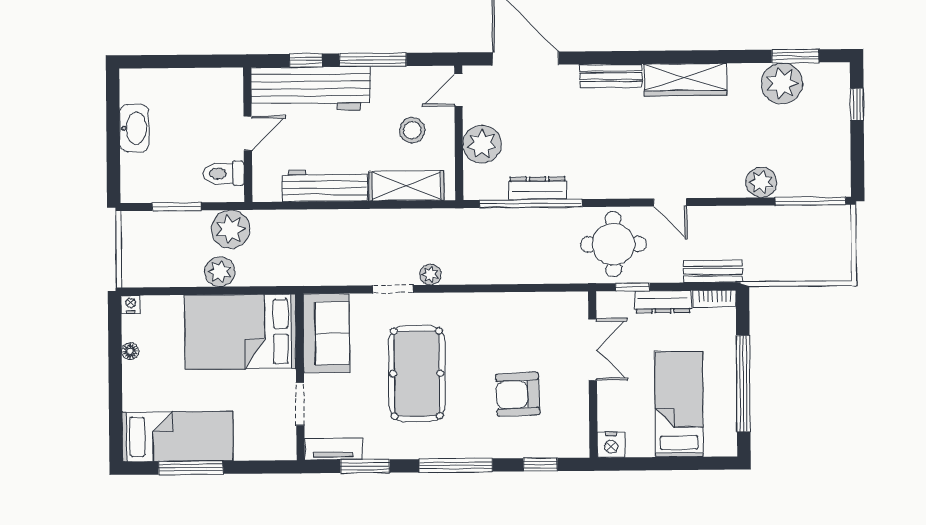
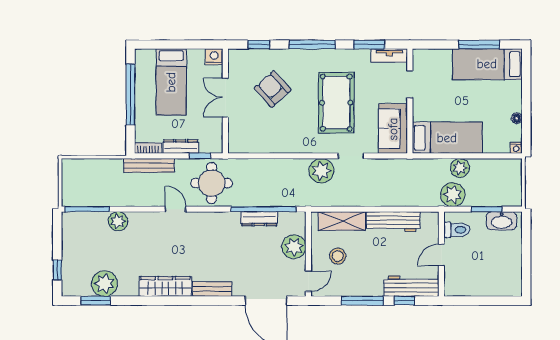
workbench: (311, 89) -> (411, 286), width x0.73, depth x0.76
washbasin: (134, 128) -> (502, 221), moved, turned -90
bench: (713, 271) -> (149, 166), width x1.36
plant: (430, 274) -> (321, 171), width x1.88, depth x1.88
bed: (240, 332) -> (447, 138), width x0.67
double door: (593, 350) -> (225, 98), moved
armchair: (518, 394) -> (273, 89), turned -130

